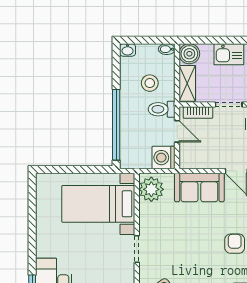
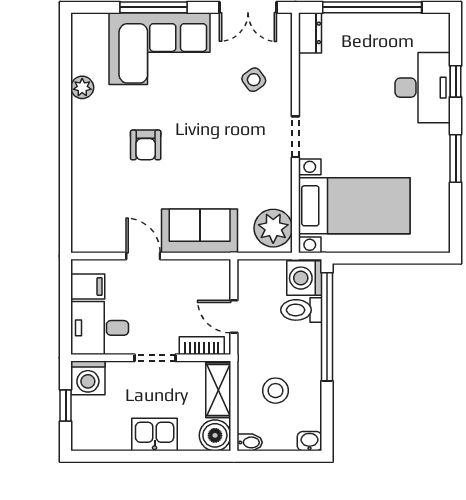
toilet: (162, 109) -> (301, 310), moved, turned 180
washing machine: (164, 158) -> (304, 278), moved, turned 180
window: (32, 235) -> (456, 158), added

